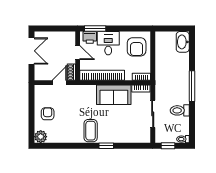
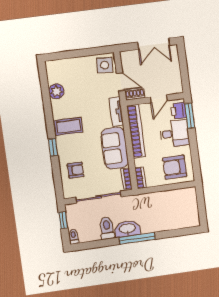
washbasin: (183, 42) -> (127, 229), moved
tv unit: (84, 89) -> (116, 112), added
side table: (44, 94) -> (105, 65), added
armchair: (48, 114) -> (76, 170), moved
sliding door: (153, 114) -> (98, 197), width x1.37
plant: (41, 137) -> (56, 91), moved

